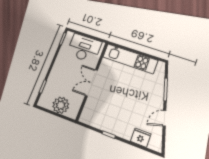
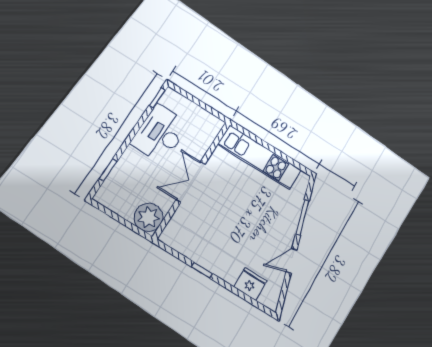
desk: (84, 48) -> (160, 134), moved, turned -90
plant: (61, 105) -> (148, 217), moved

